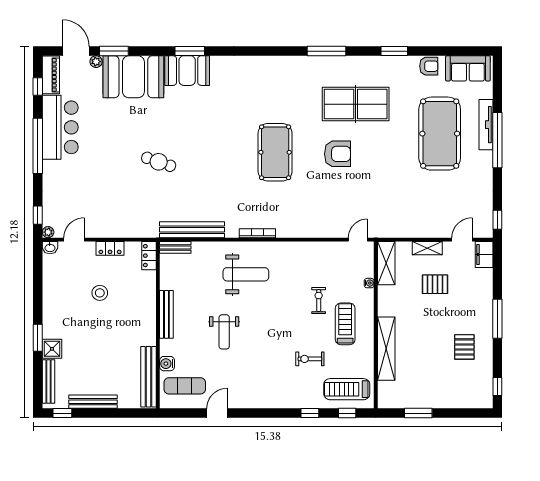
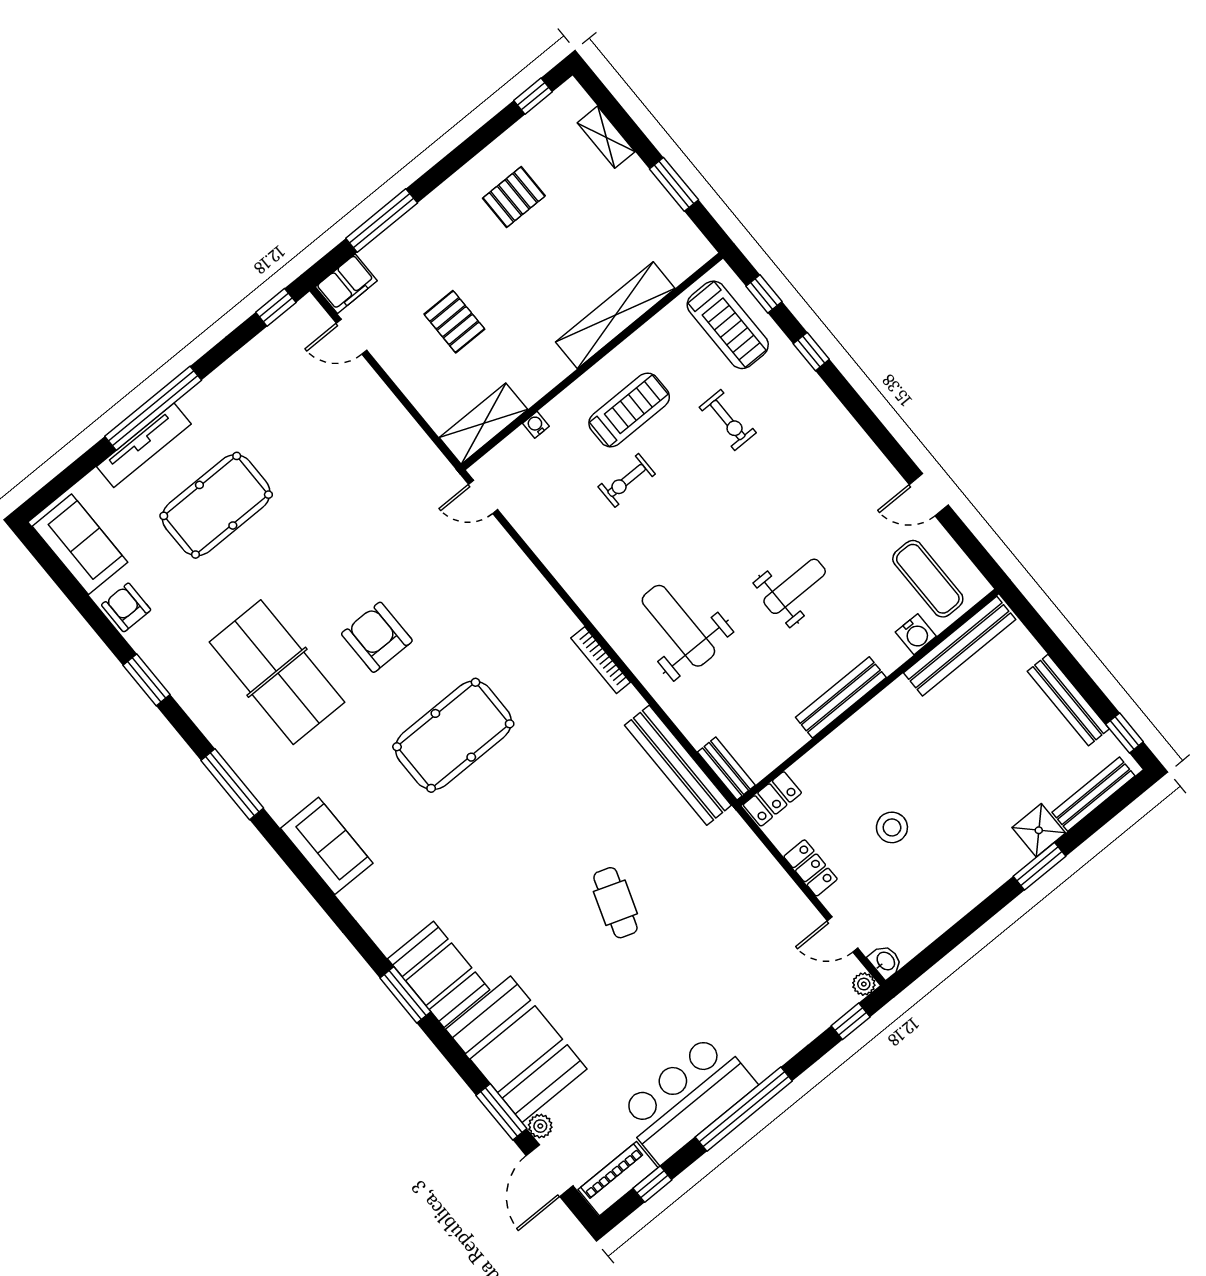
sofa: (273, 68) -> (327, 846), added
pool table: (440, 134) -> (216, 505), width x0.73, depth x0.76
shelving: (427, 248) -> (606, 137), moved
window: (497, 319) -> (382, 221), moved
treadmill: (345, 324) -> (629, 410), turned 180

